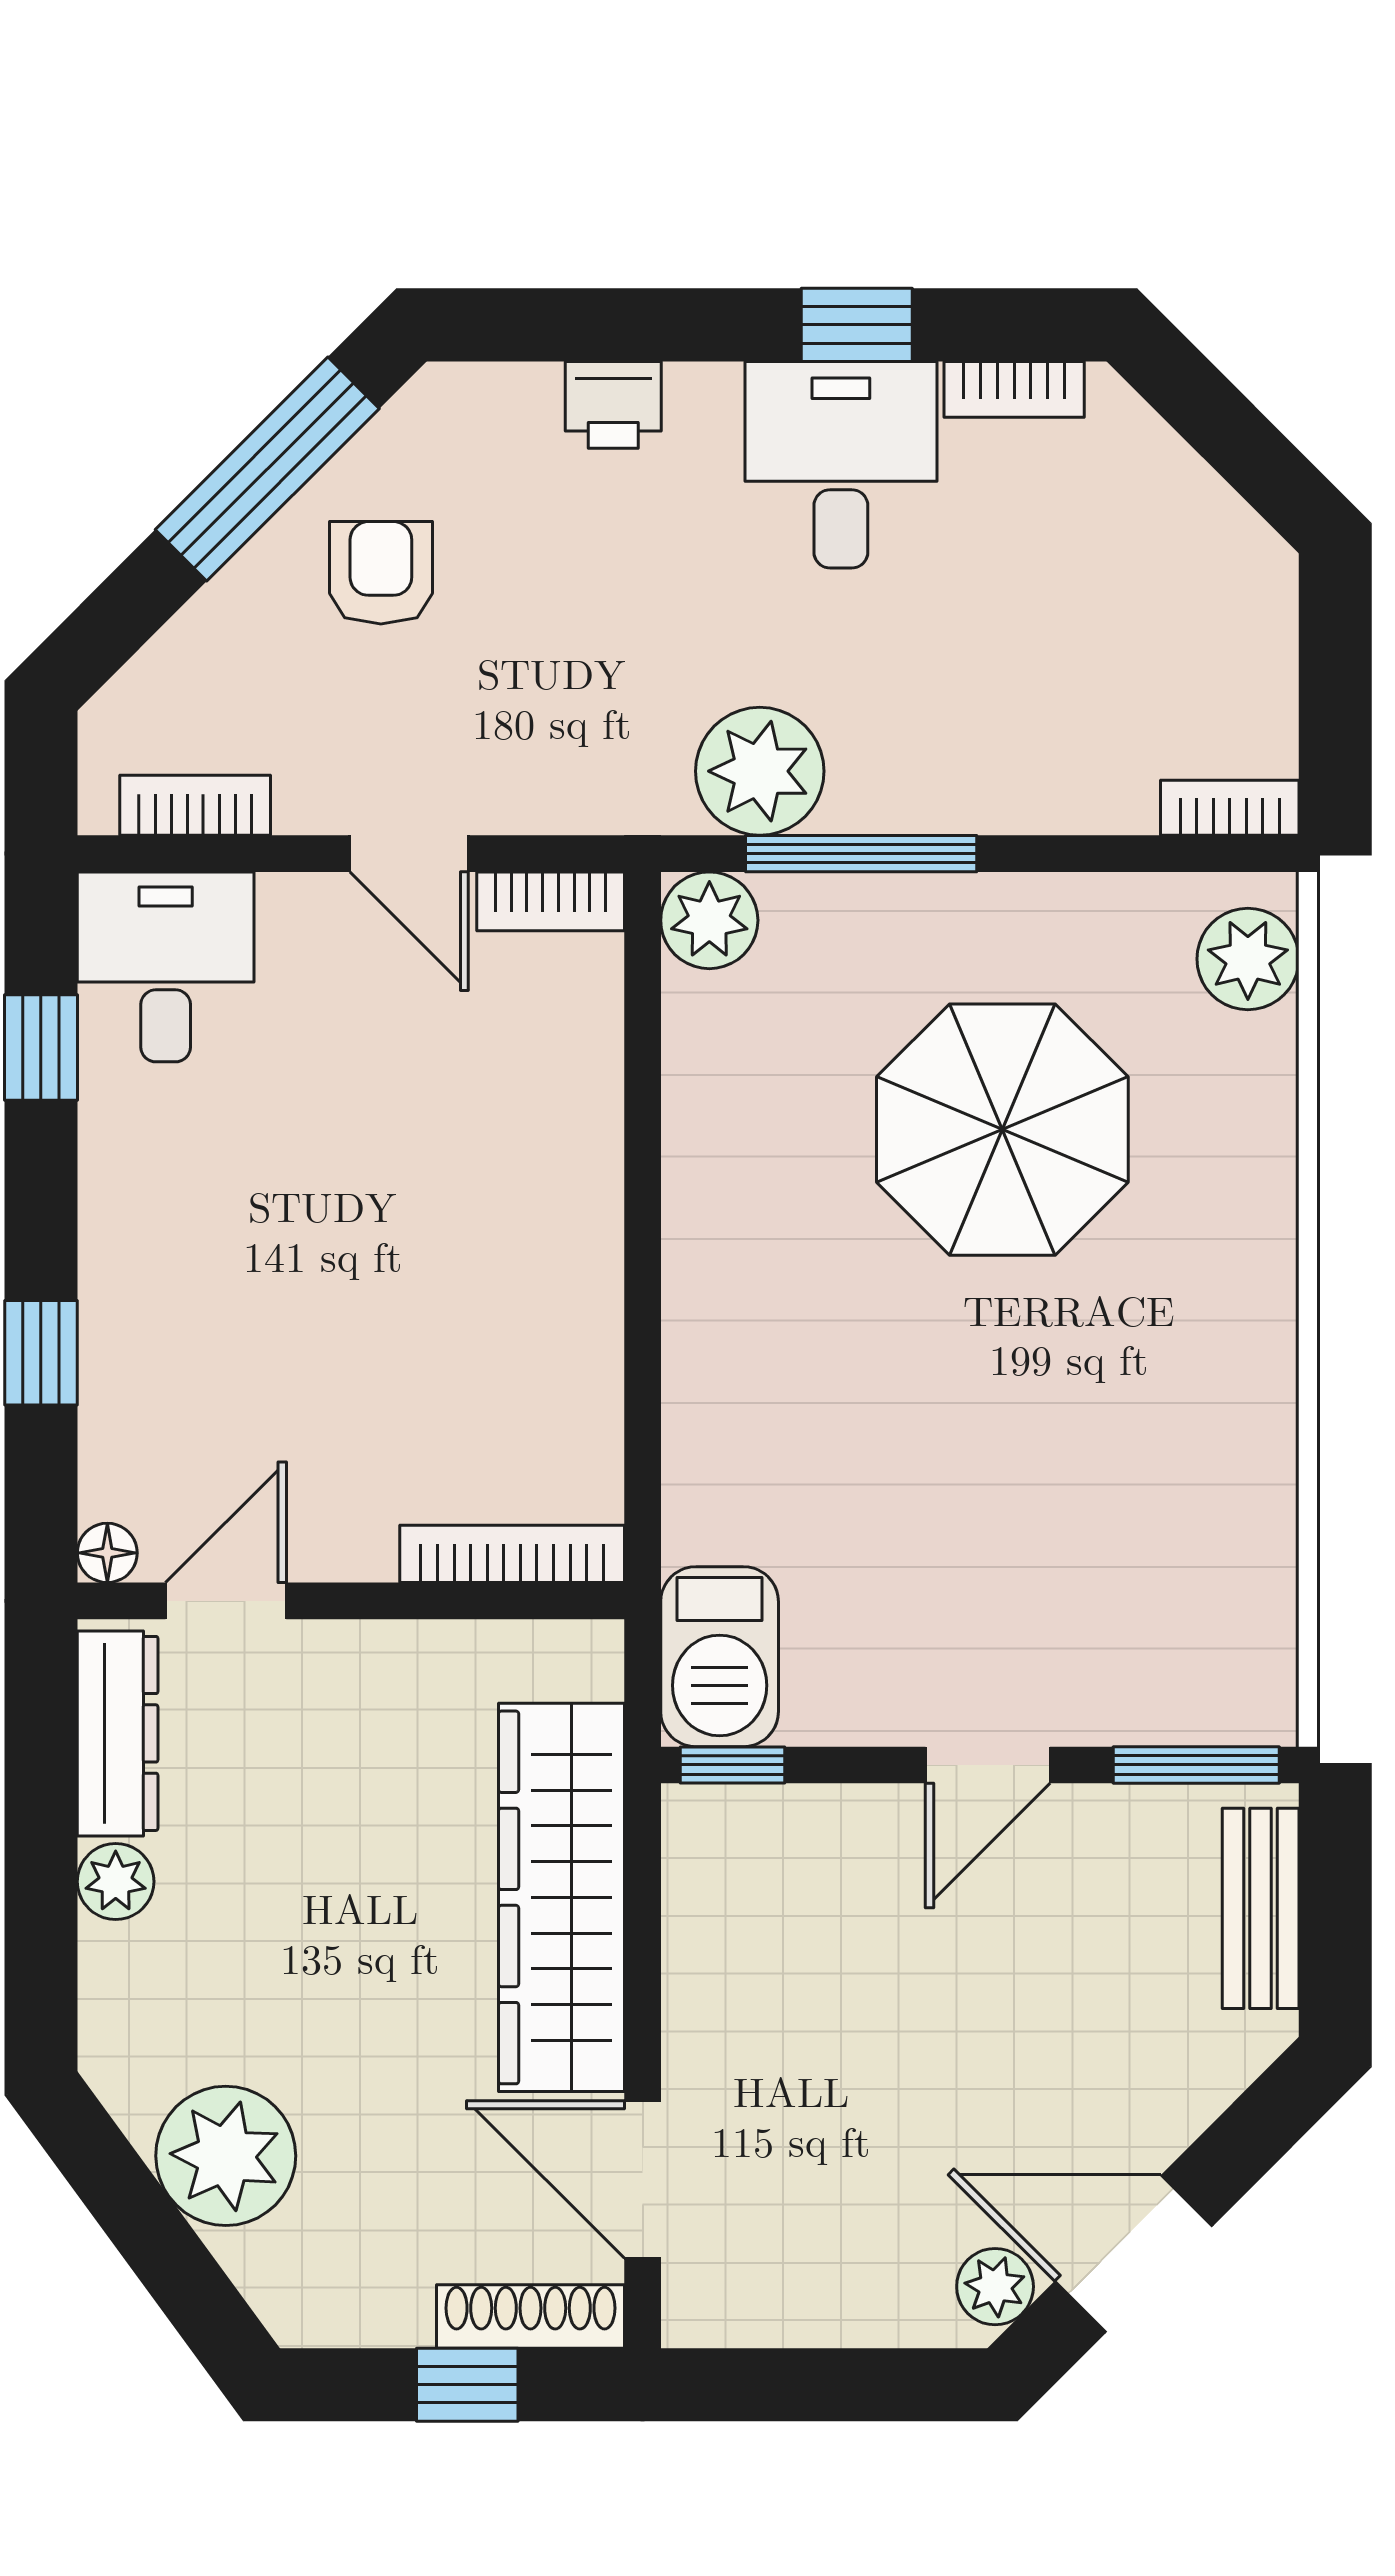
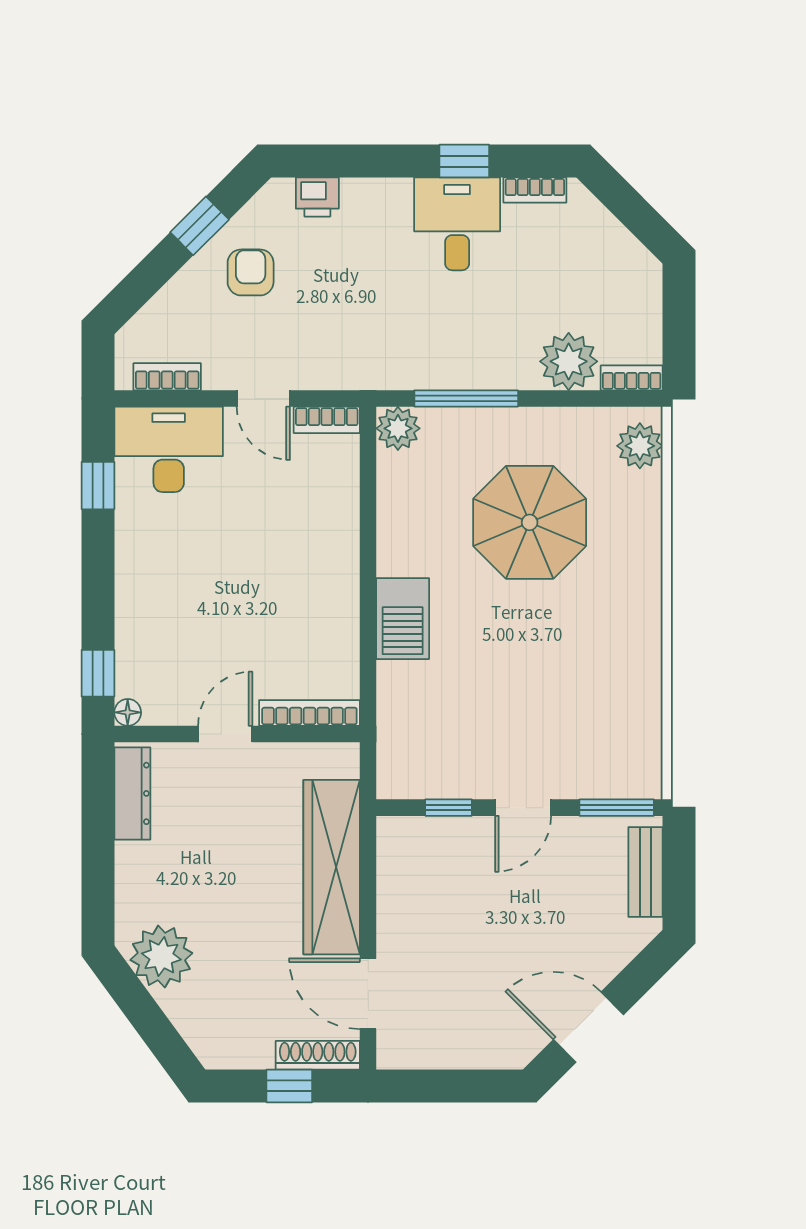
printer: (613, 405) -> (317, 197), moved
window: (267, 469) -> (200, 226), width x0.46
plant: (760, 771) -> (569, 361), moved
desk: (166, 967) -> (169, 449), width x1.37
window: (41, 1353) -> (98, 673), moved
door: (226, 1601) -> (225, 734), moved
barbecue: (720, 1657) -> (403, 619), moved
window: (733, 1765) -> (449, 808), moved
plant: (116, 1881) -> (131, 860), removed
plant: (226, 2156) -> (161, 956), moved
plant: (995, 2287) -> (526, 1042), removed

